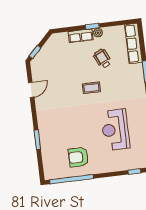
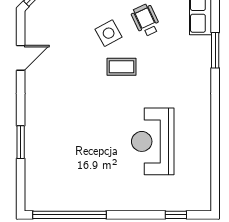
side table: (81, 69) -> (109, 33), added
armchair: (78, 157) -> (85, 180), removed

